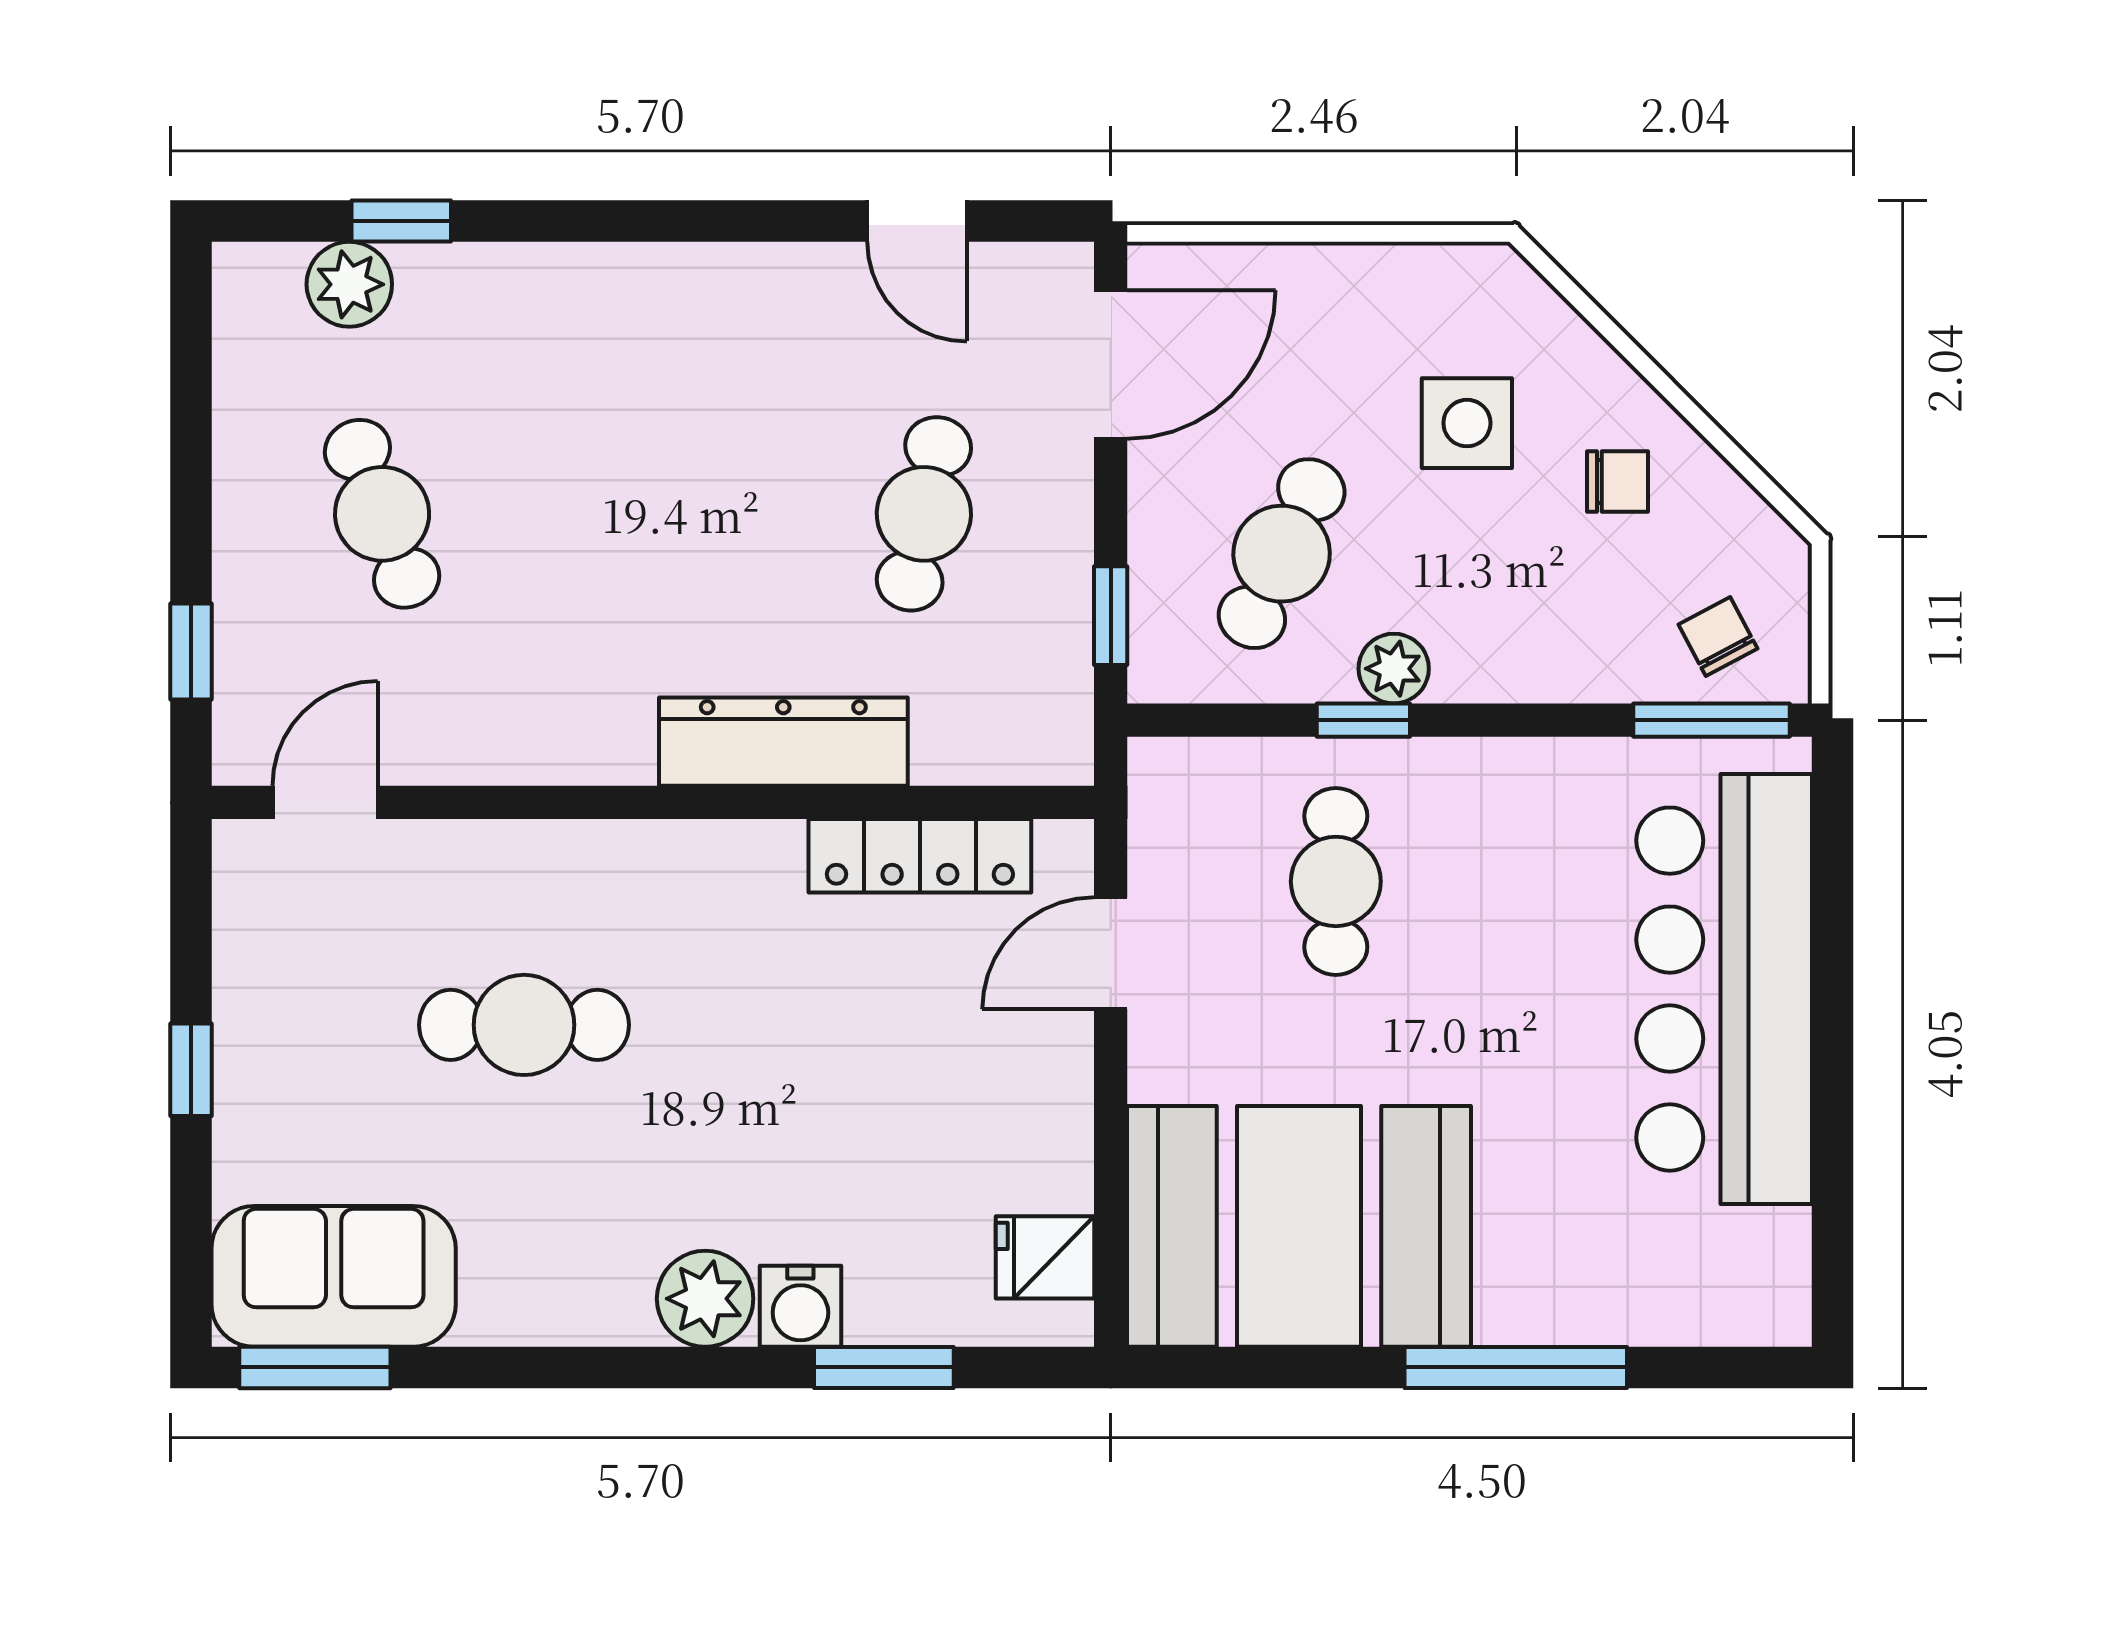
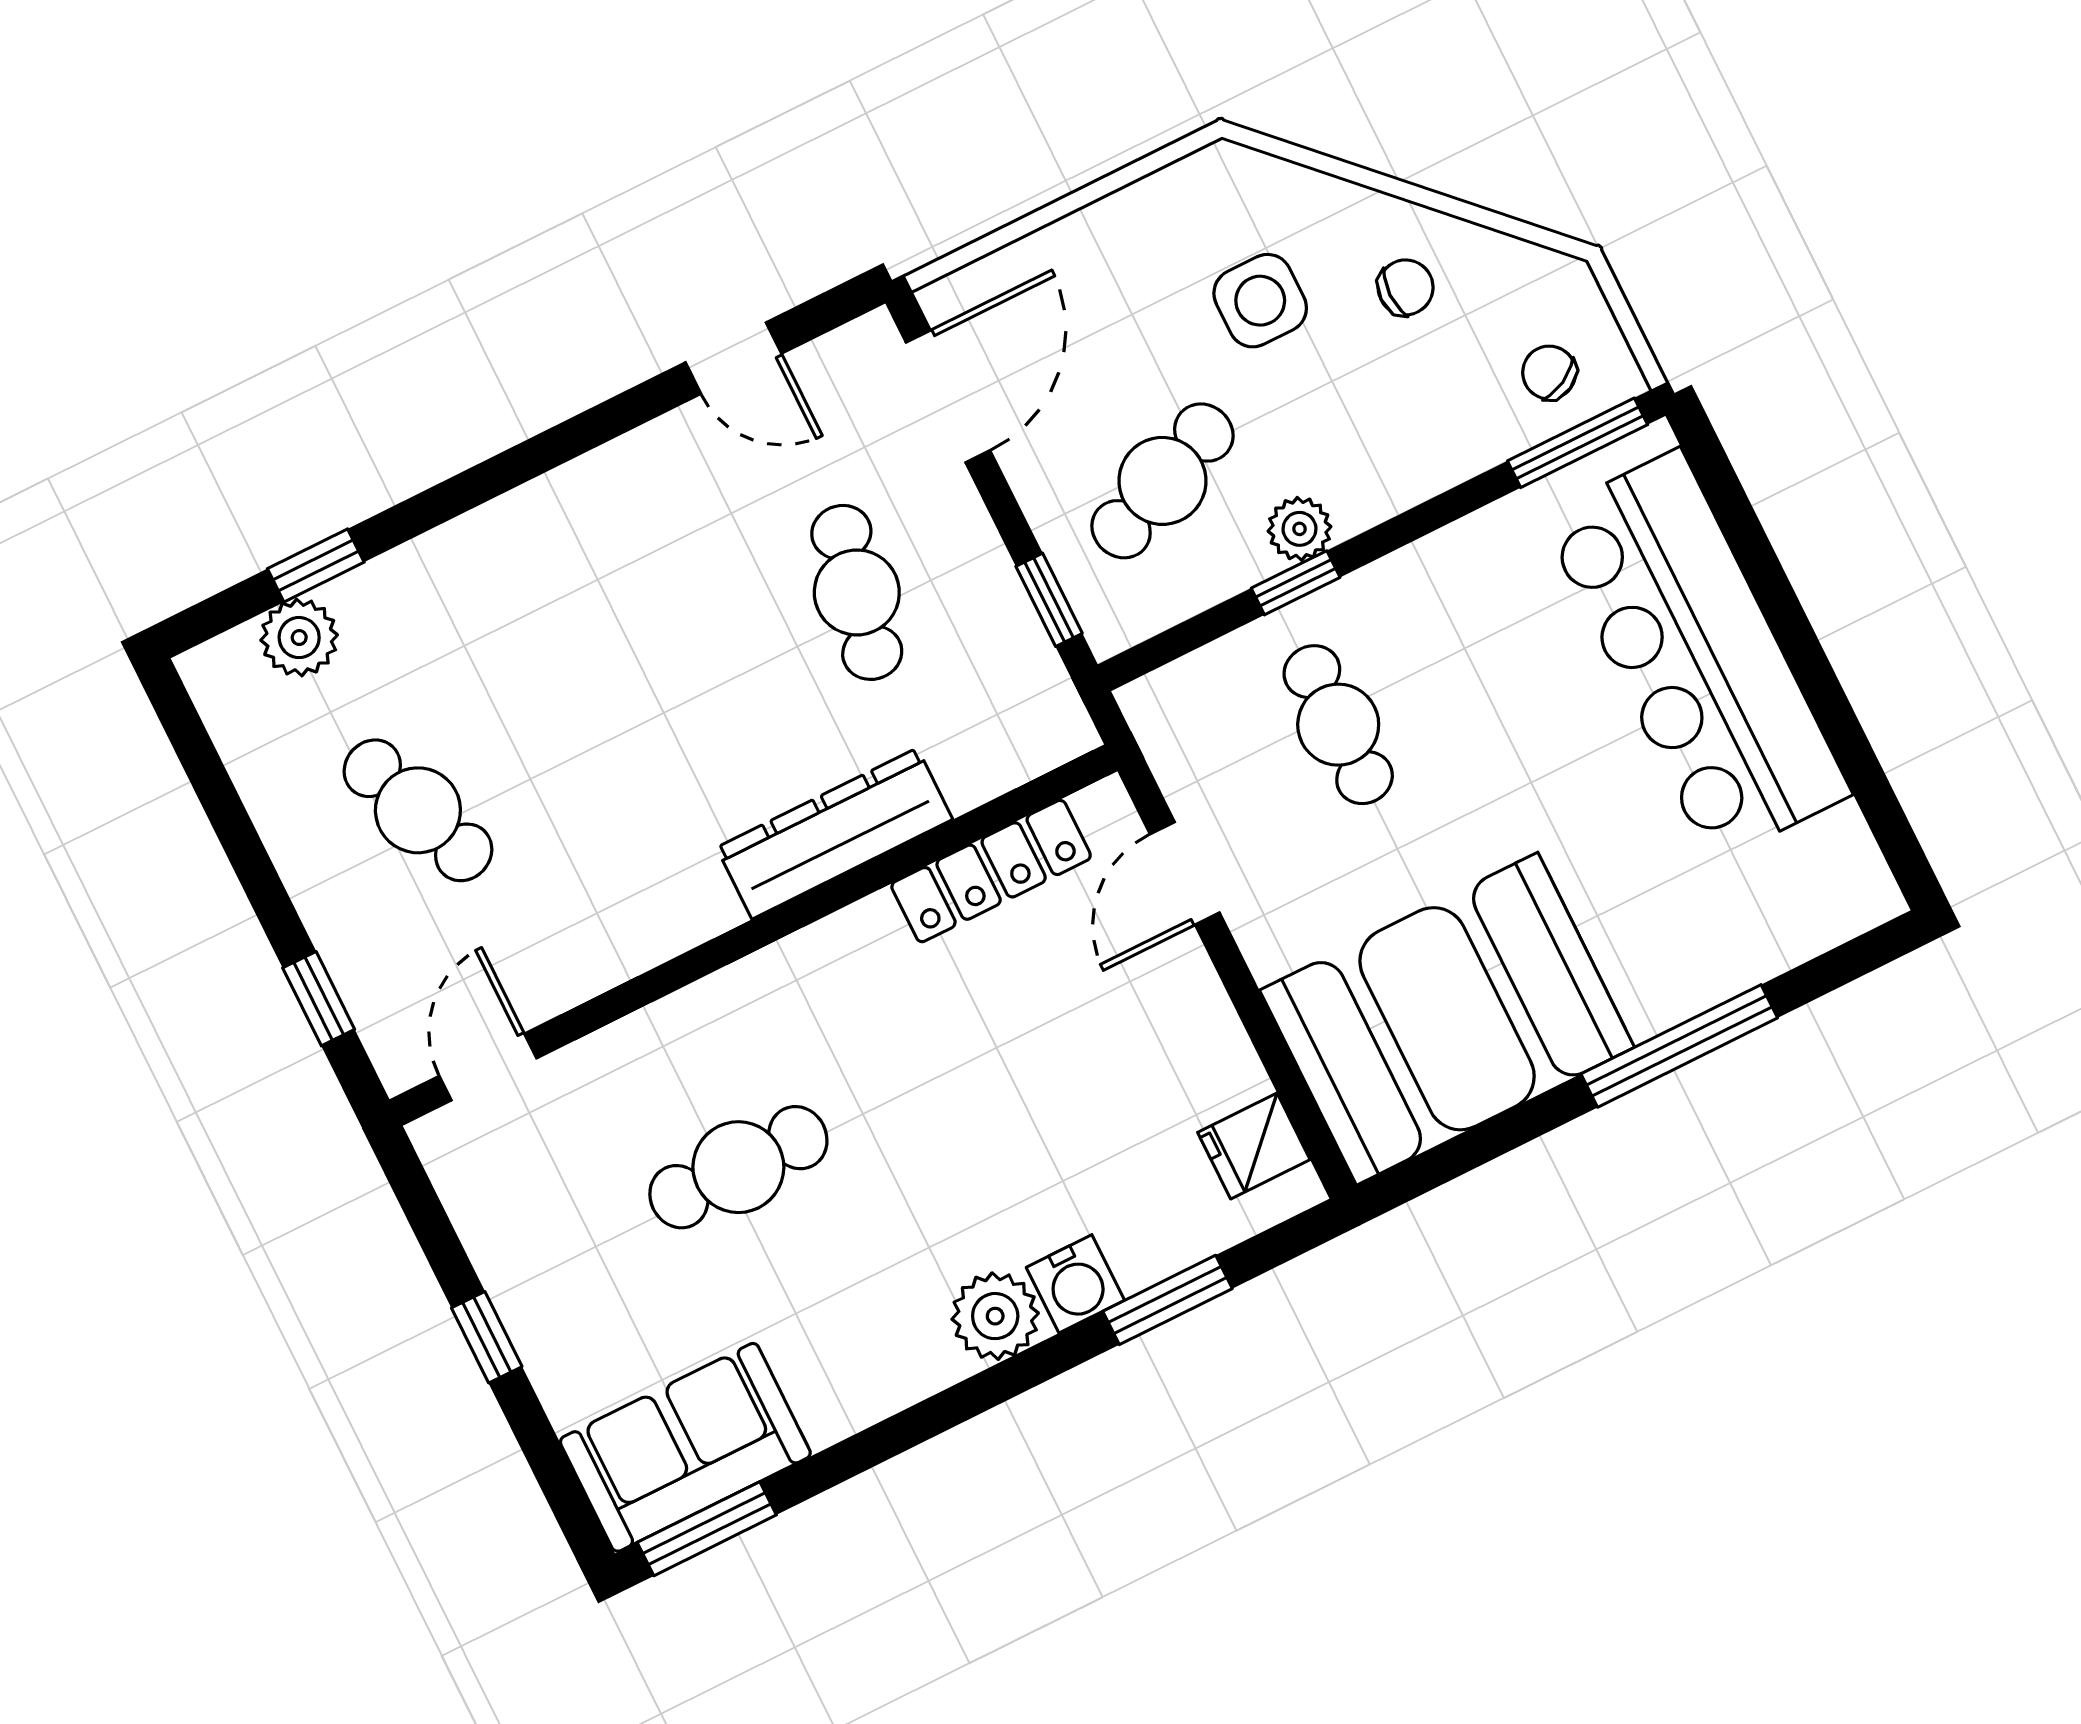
cafe table: (1282, 554) -> (1162, 481), turned 42

